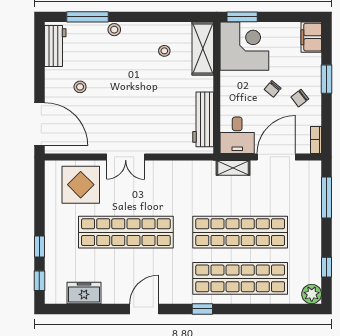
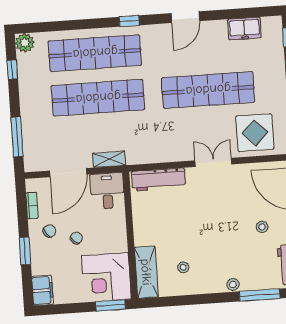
workbench: (203, 119) -> (158, 180), moved, turned 90
bookcase: (316, 140) -> (32, 206), moved

